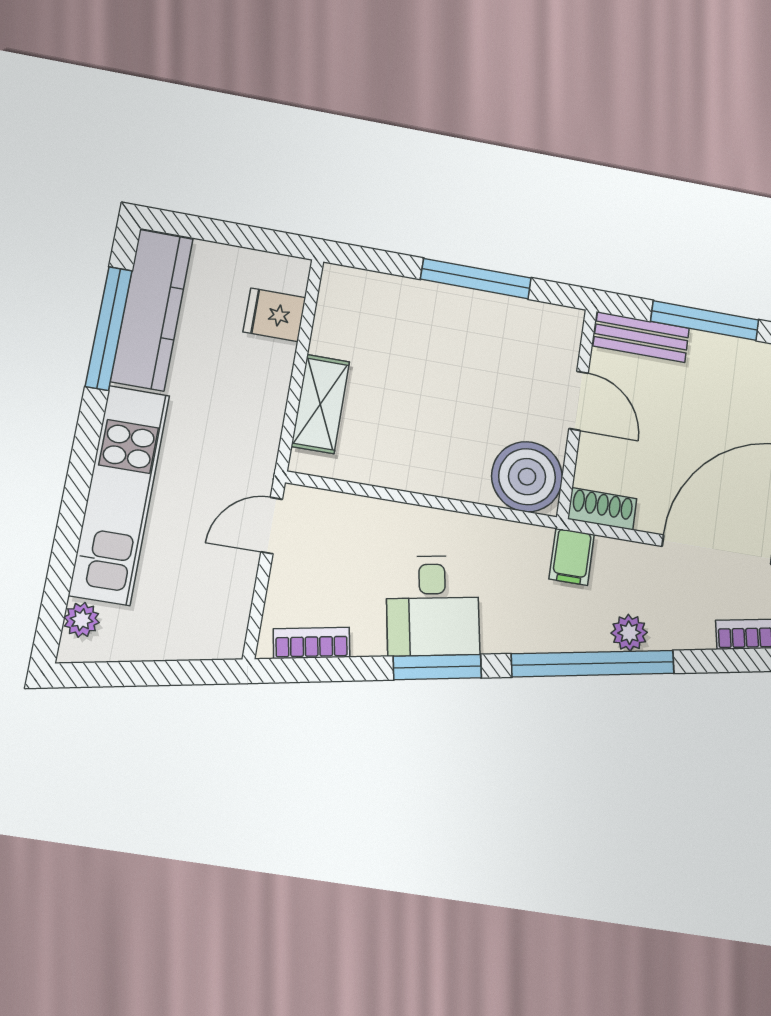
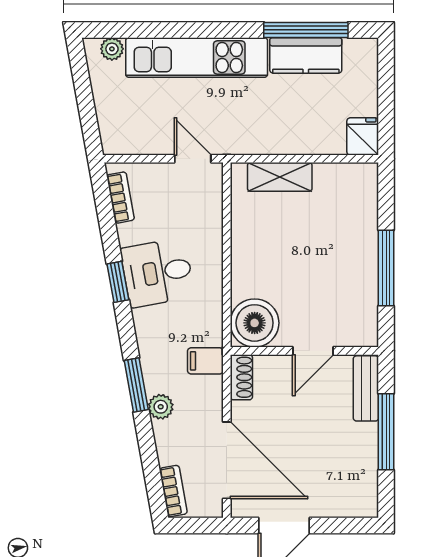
kitchen counter: (152, 310) -> (306, 55), width x0.67
fridge: (274, 315) -> (363, 136), moved
window: (593, 664) -> (136, 385), width x0.47
window: (437, 667) -> (118, 282), width x0.67

